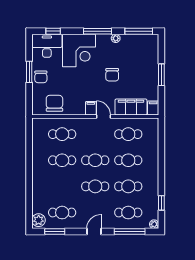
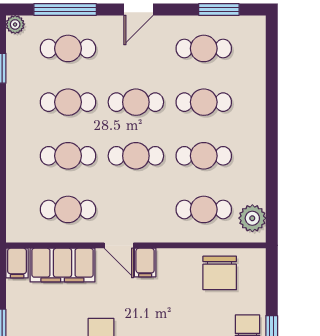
cafe table: (62, 186) -> (204, 102), added
plant: (39, 220) -> (252, 218), moved

